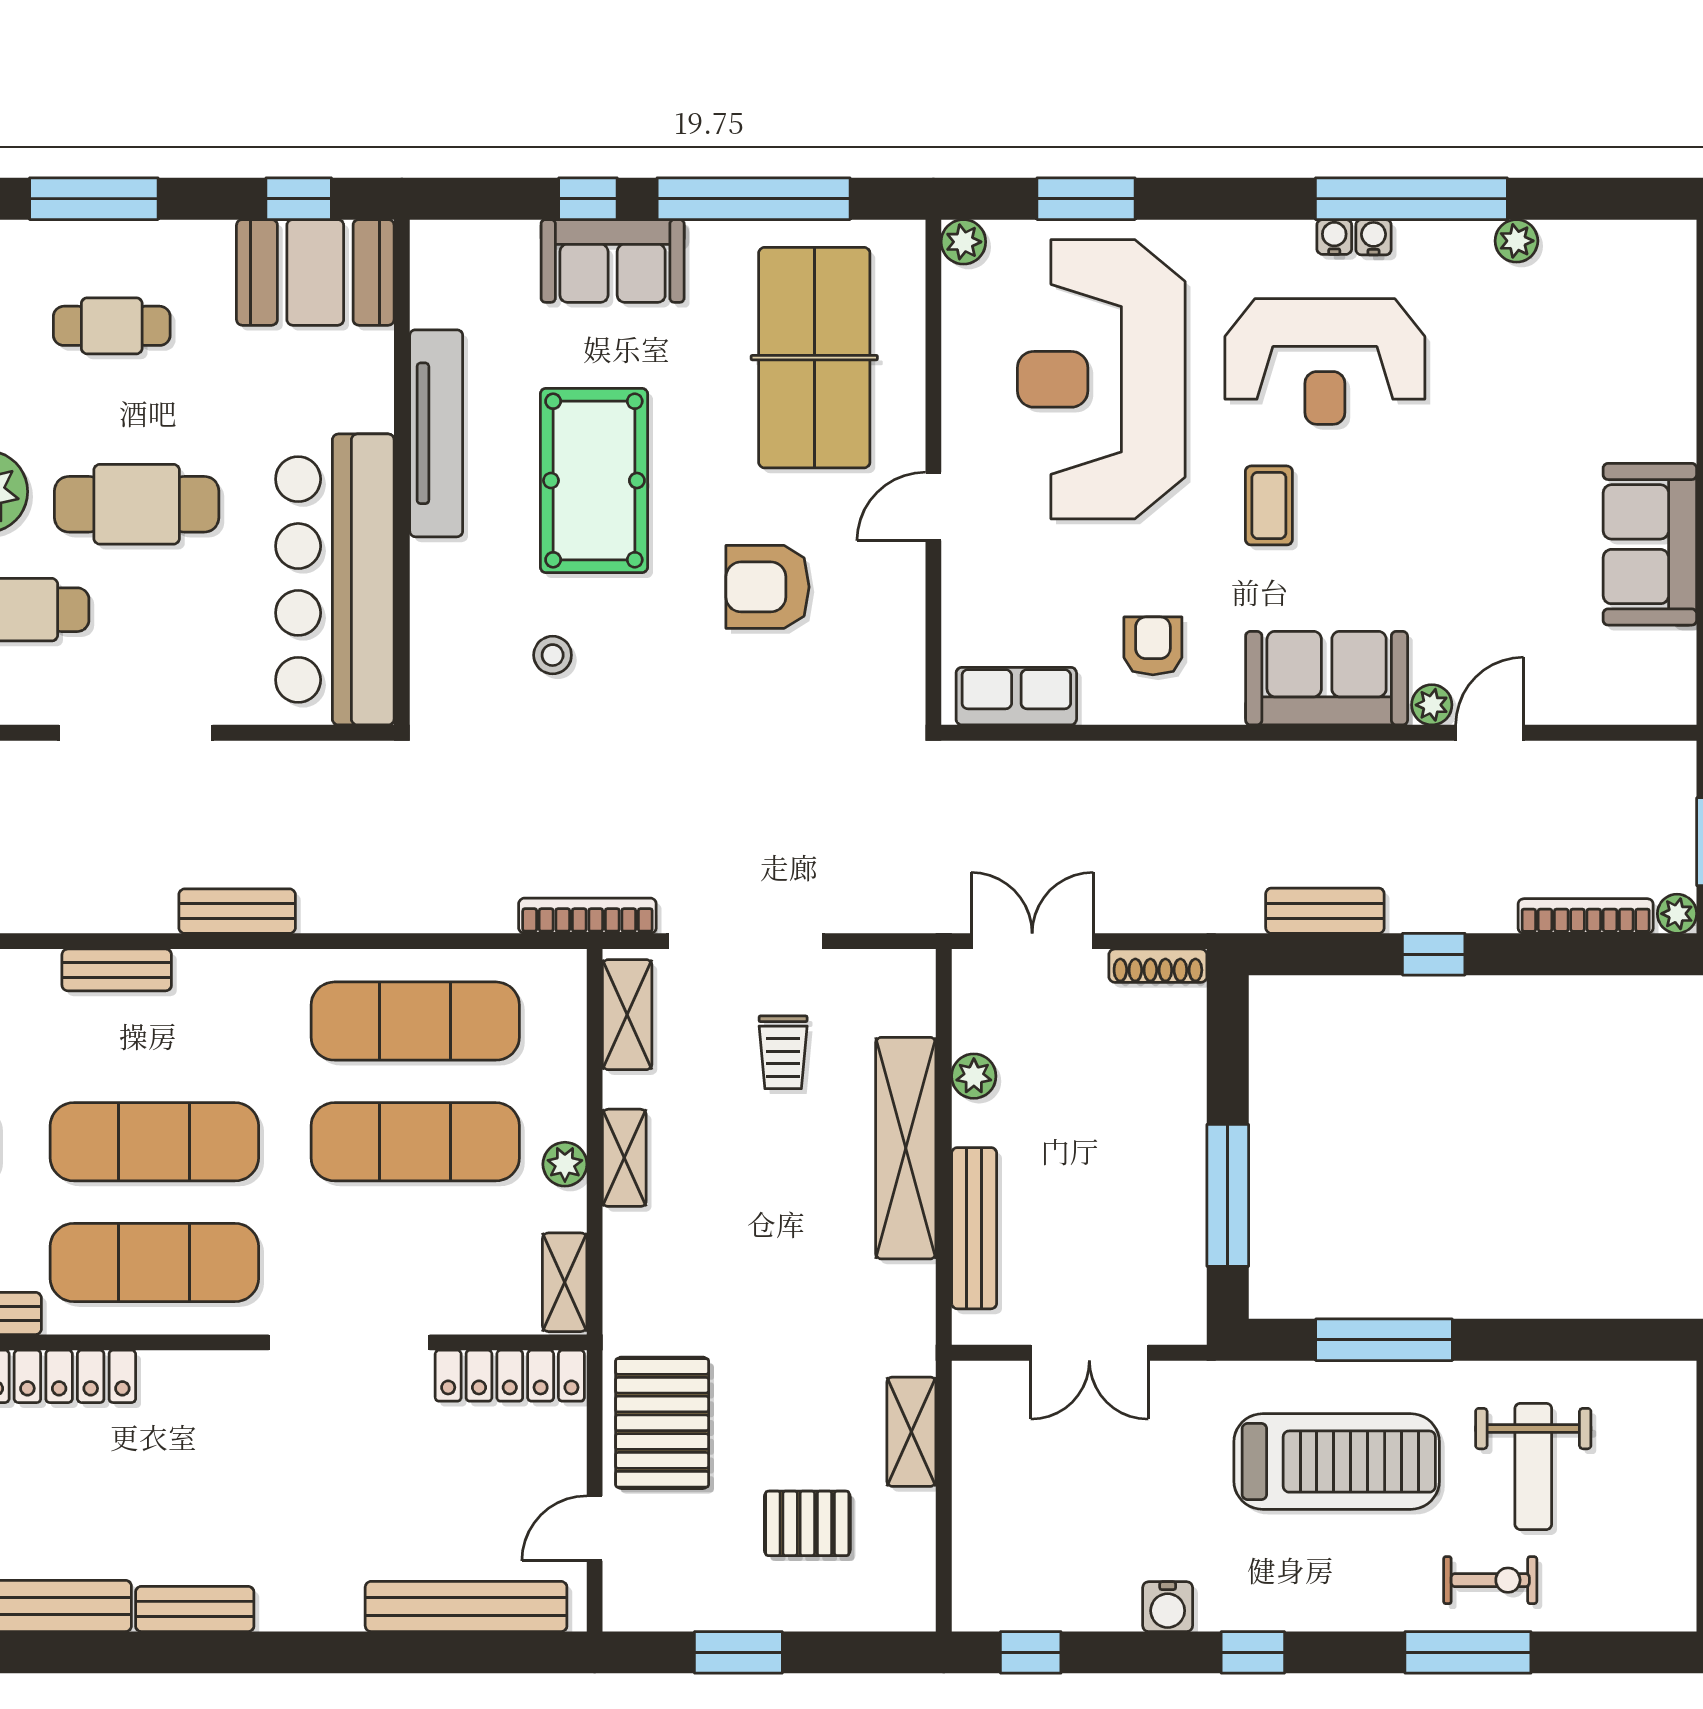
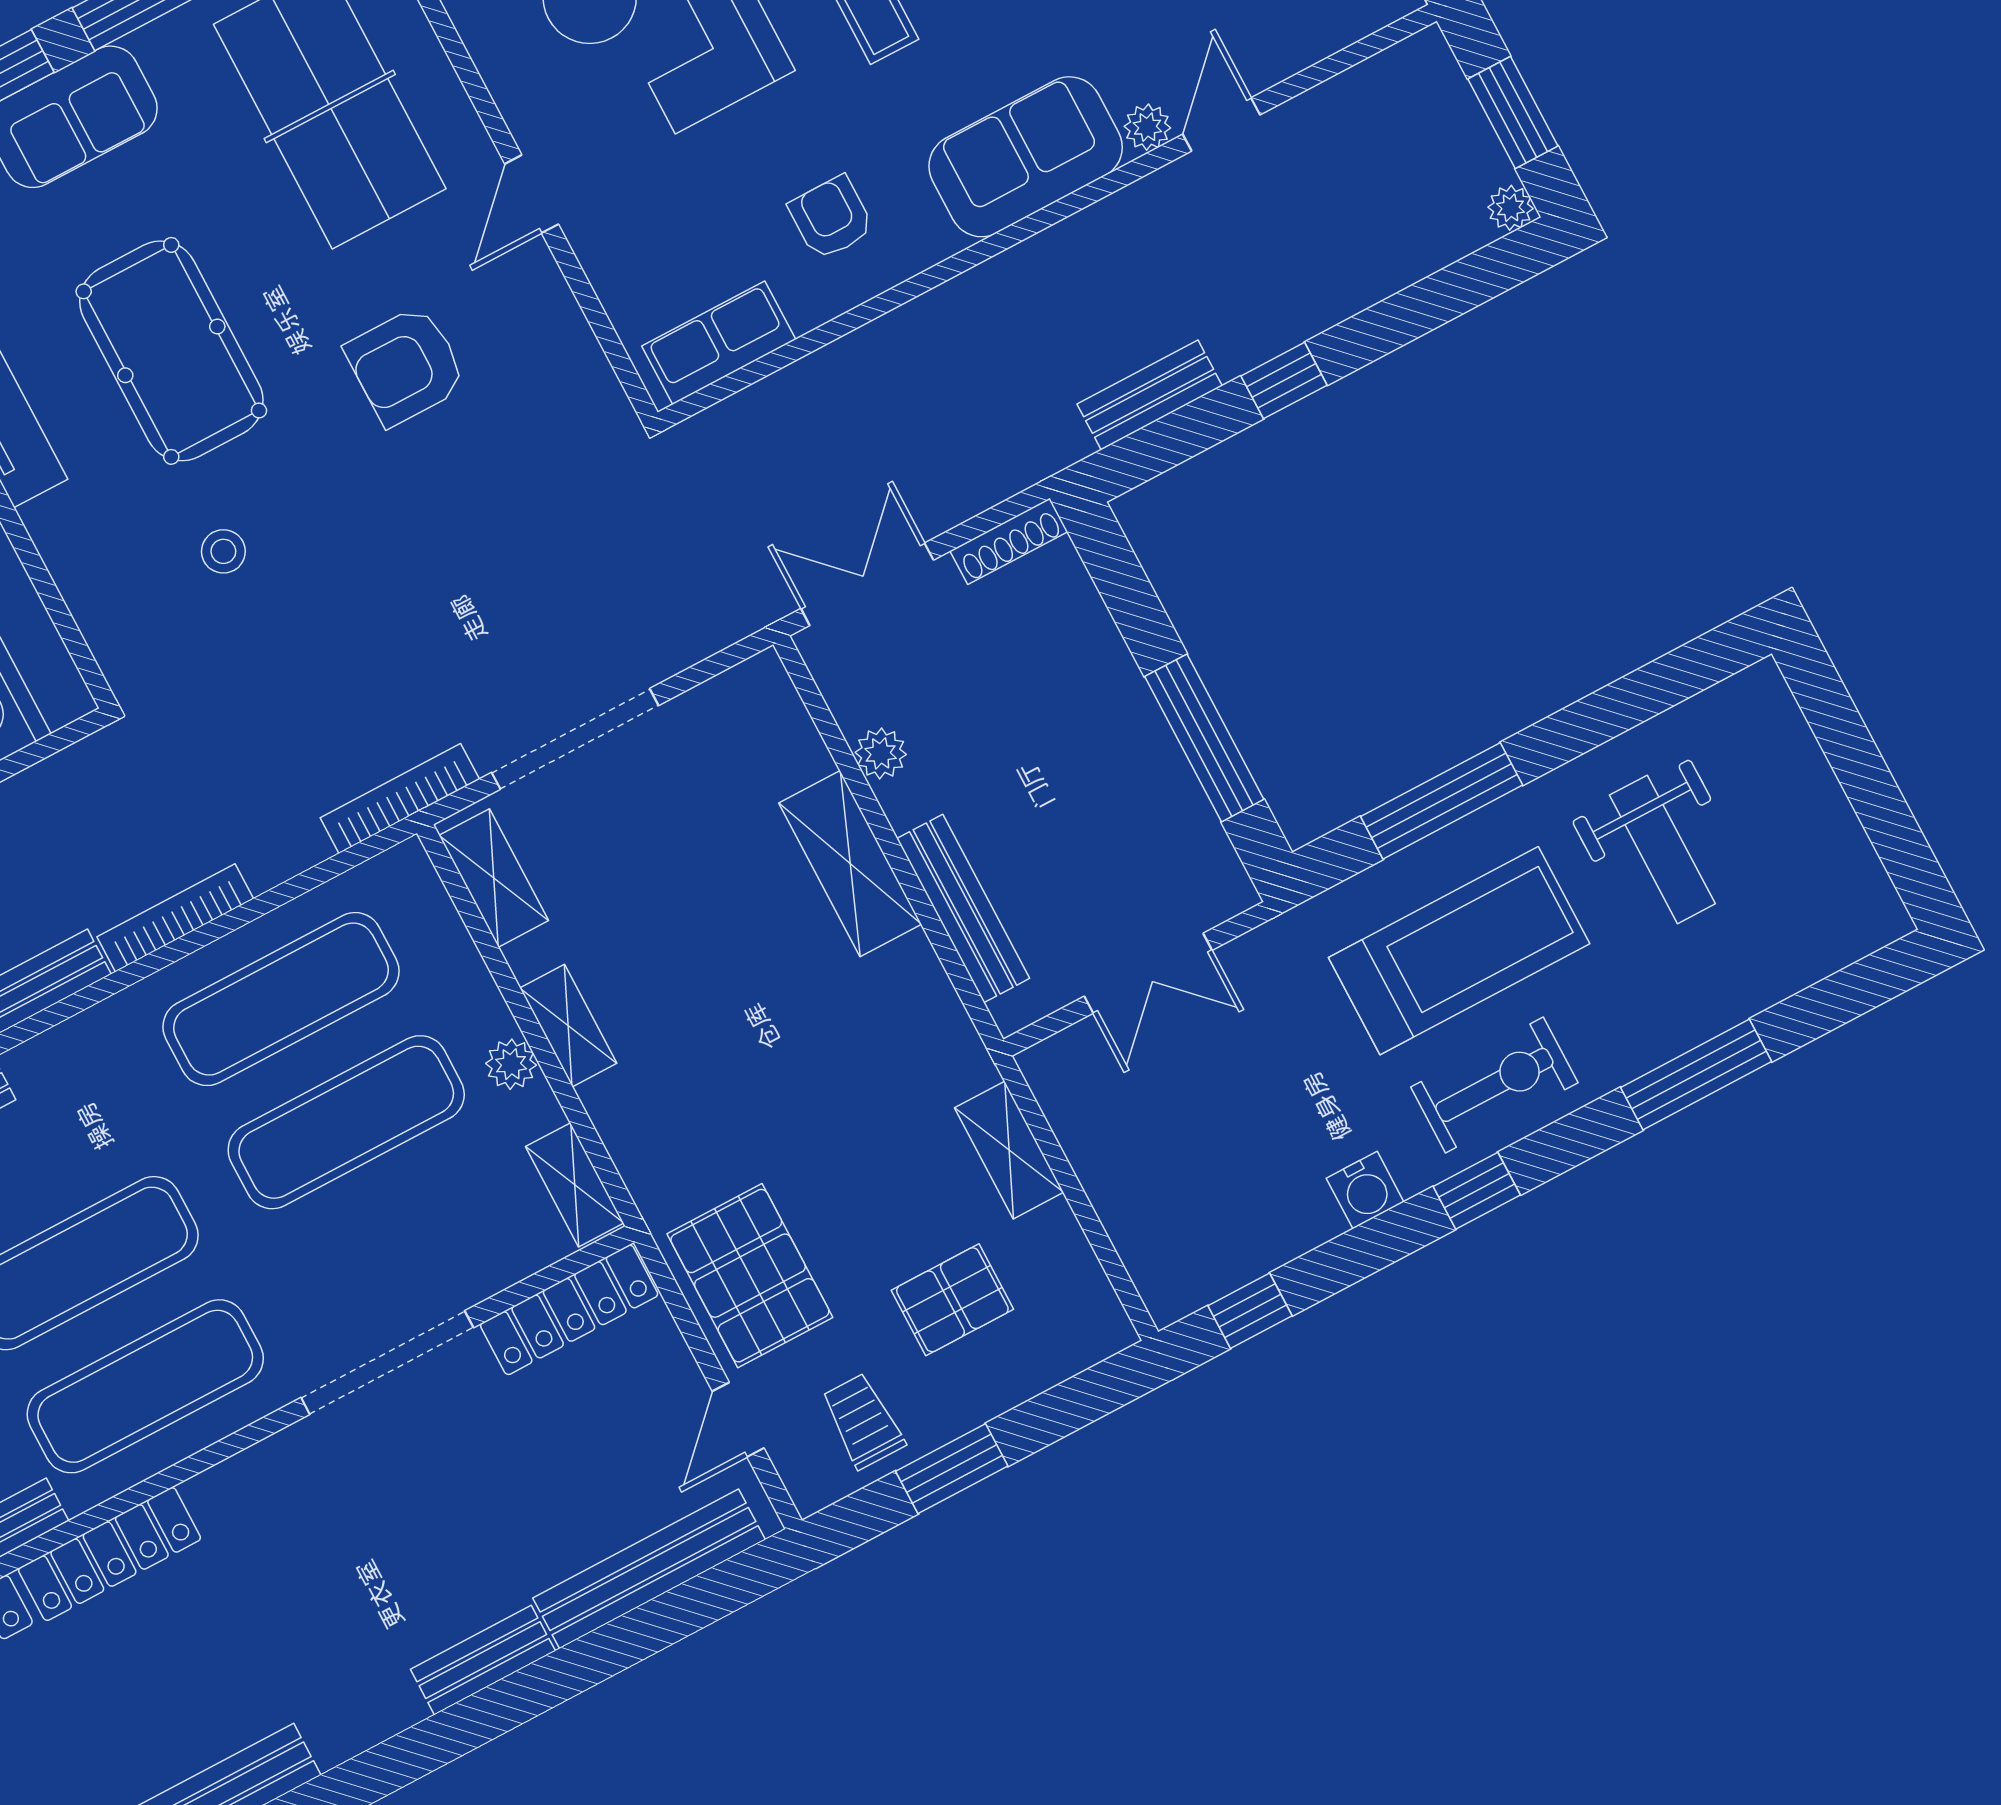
bookcase: (1586, 916) -> (175, 918), moved
trolley: (783, 1052) -> (863, 1421), moved, turned 180
shelving: (906, 1148) -> (850, 864), width x0.68
exercise bike: (1490, 1580) -> (1494, 1085), moved, width x1.38, depth x1.39
bench: (195, 1609) -> (483, 1660), moved

